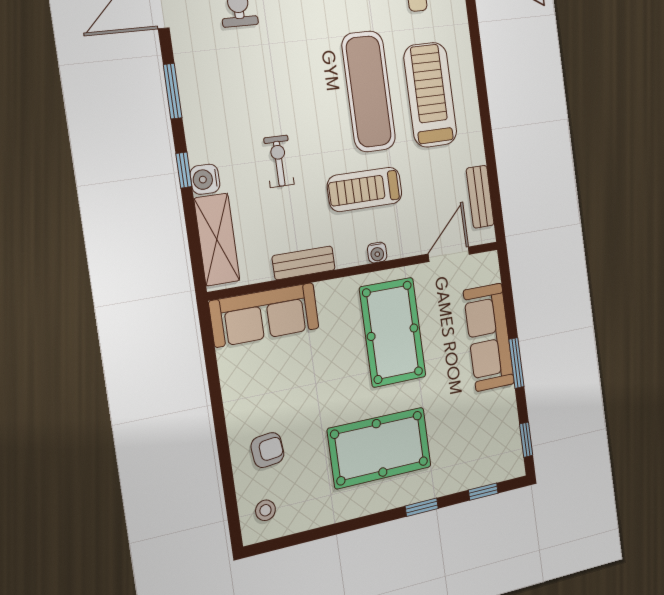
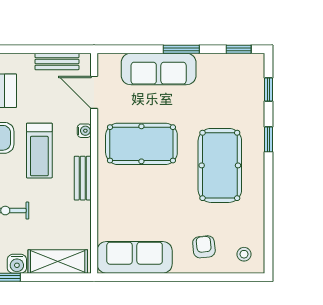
water cooler: (377, 253) -> (84, 131), moved
bench: (304, 263) -> (83, 178), moved
sofa: (264, 315) -> (135, 257), moved, turned -90

